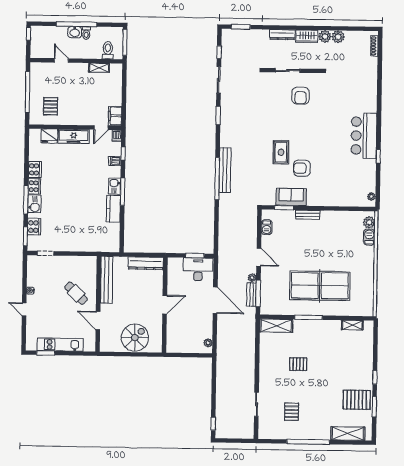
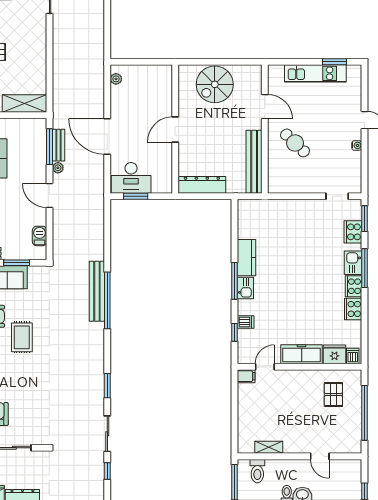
filing cabinet: (115, 116) -> (246, 376), width x0.50
dishwasher: (117, 136) -> (353, 356), moved
bench: (225, 170) -> (97, 291), moved

